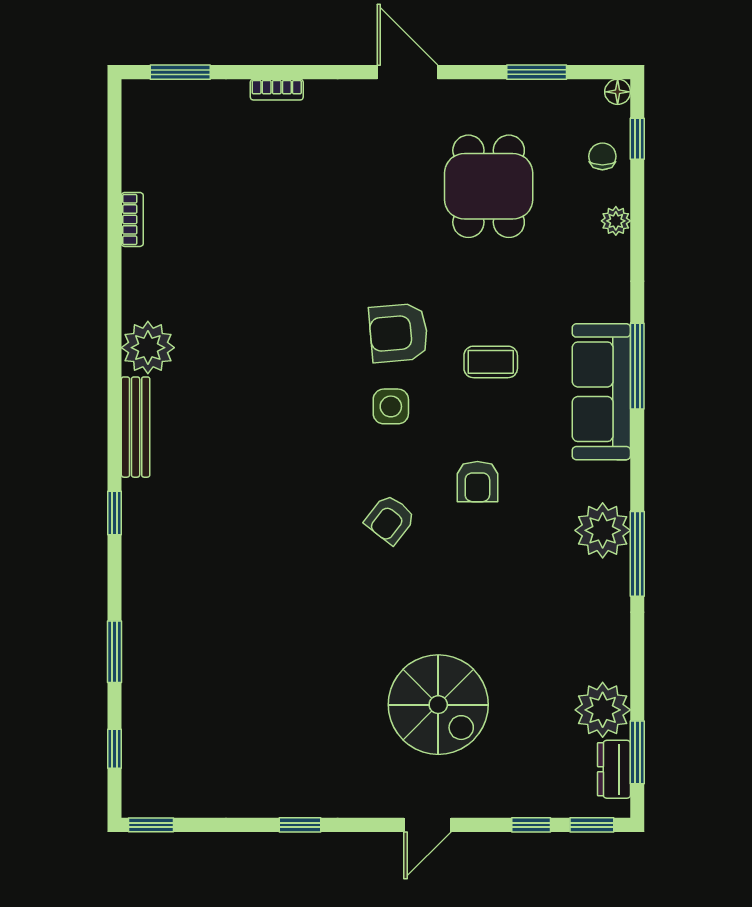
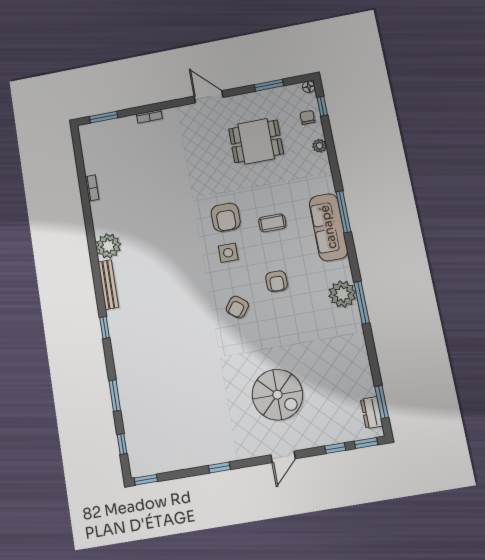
dining table: (489, 186) -> (256, 141), turned 90
armchair: (399, 333) -> (226, 217), turned -85
plant: (603, 710) -> (360, 383), removed

